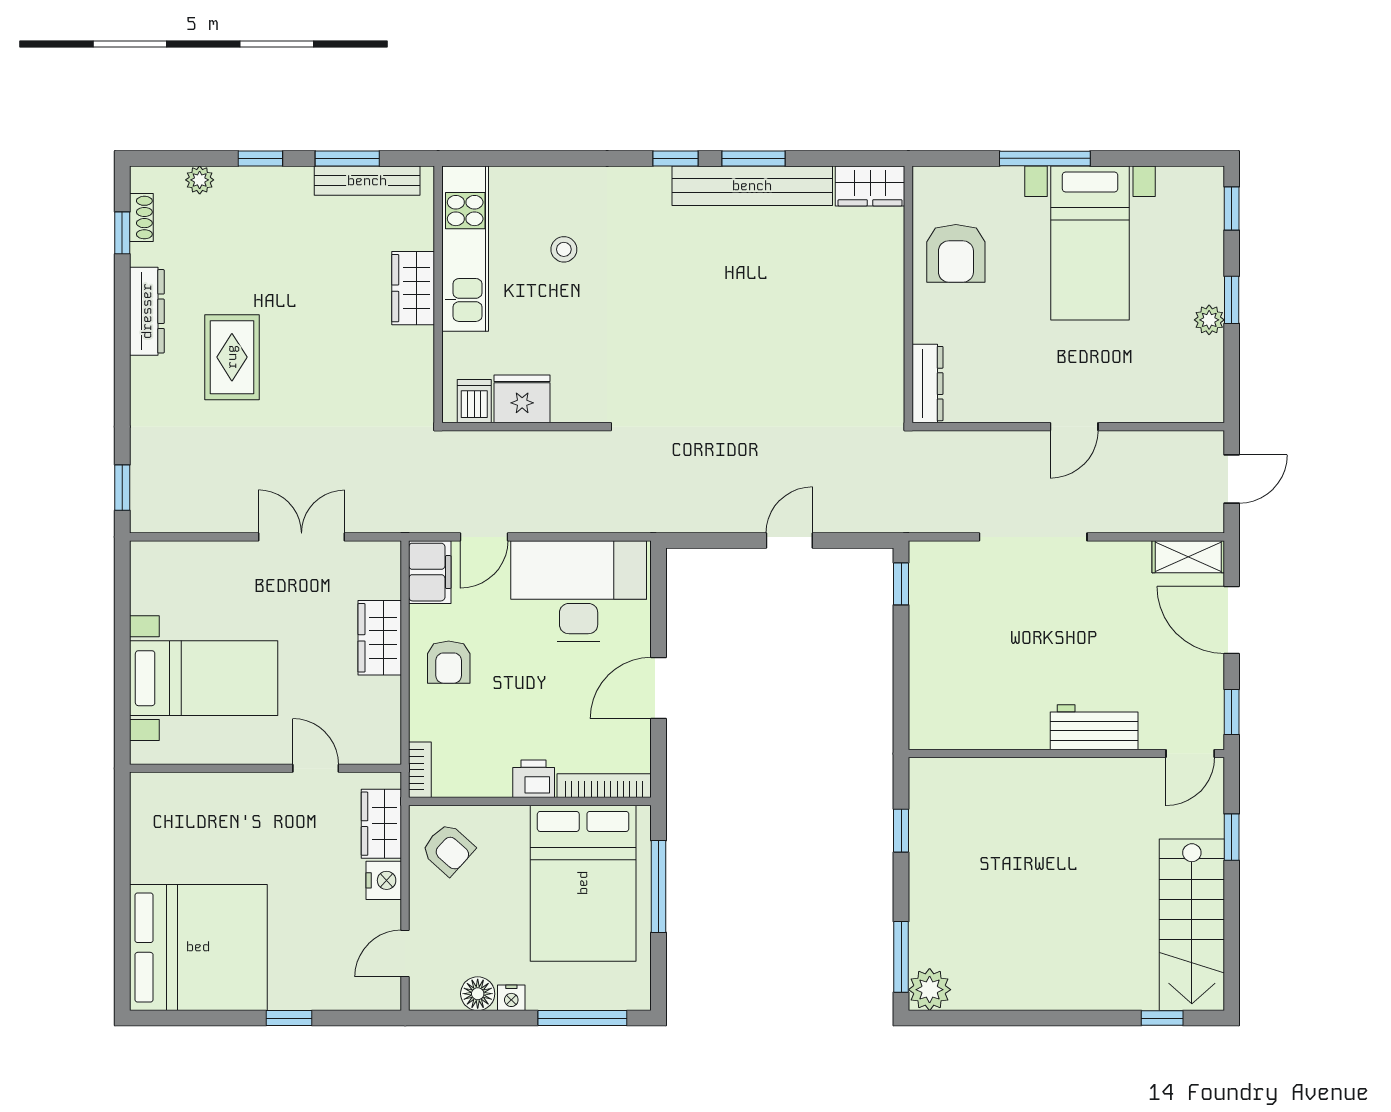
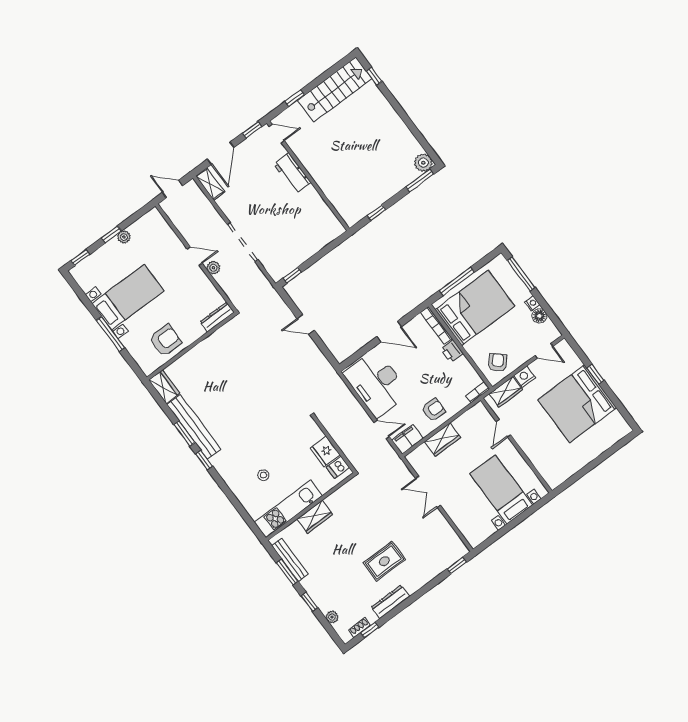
plant: (1026, 446) -> (213, 268), added
bed: (198, 947) -> (577, 404), moved, turned -90

